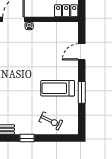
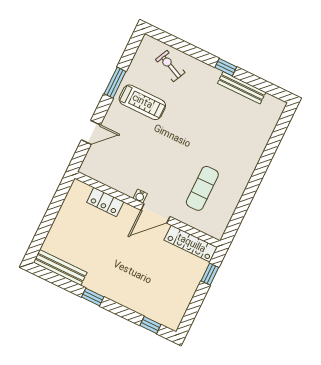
locker: (66, 11) -> (105, 202), moved
window: (27, 138) -> (226, 67), moved

